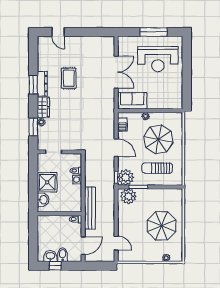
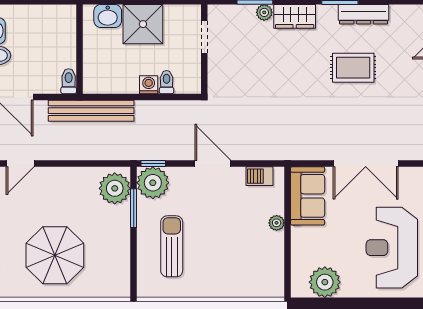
dresser: (42, 84) -> (364, 14), moved
plant: (175, 92) -> (325, 282), added
parasol: (158, 139) -> (230, 249), removed
door: (116, 148) -> (213, 163), swing flipped

